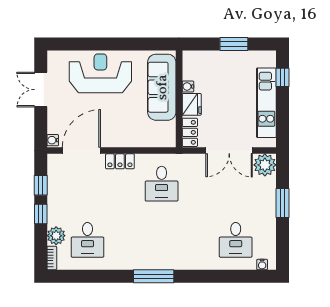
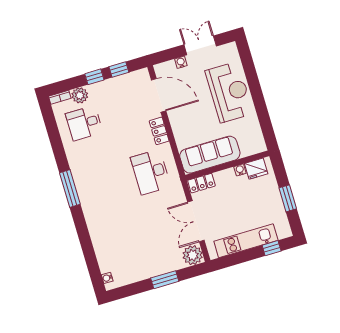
sofa: (162, 87) -> (210, 155), moved
fridge: (192, 104) -> (256, 169), moved
water cooler: (53, 140) -> (181, 62), moved
desk: (162, 184) -> (151, 172), width x1.37
desk: (236, 240) -> (122, 249), removed

